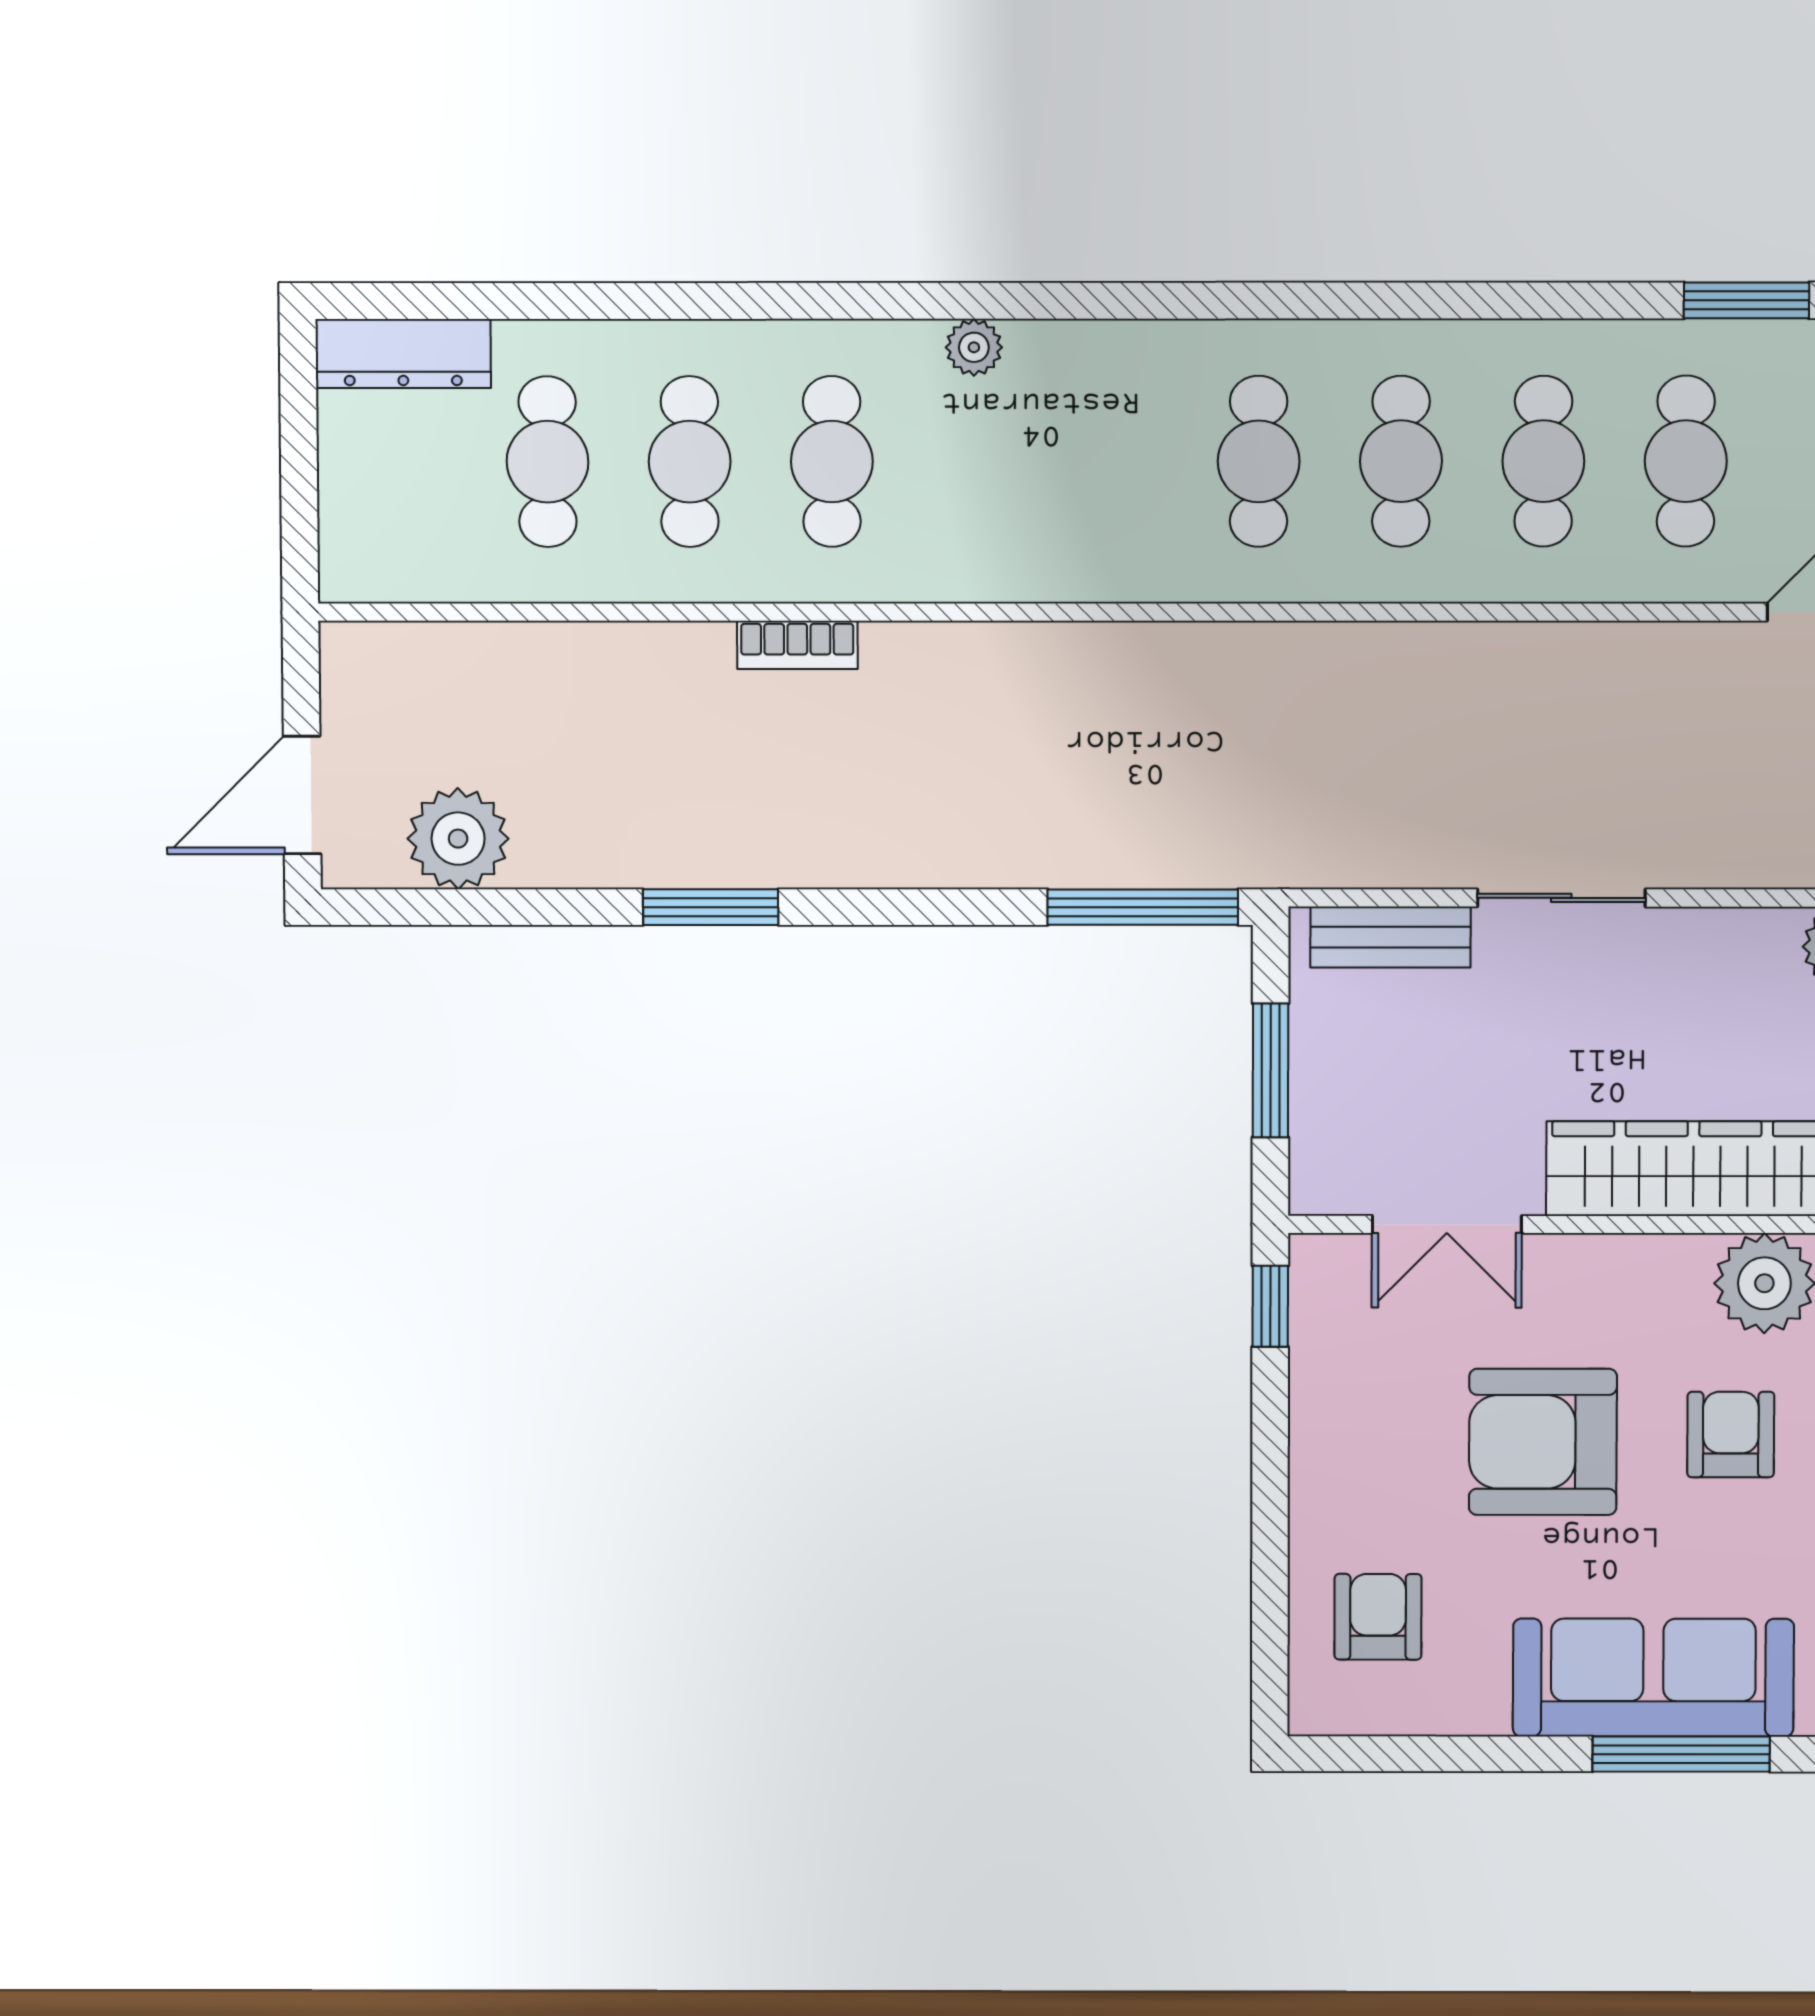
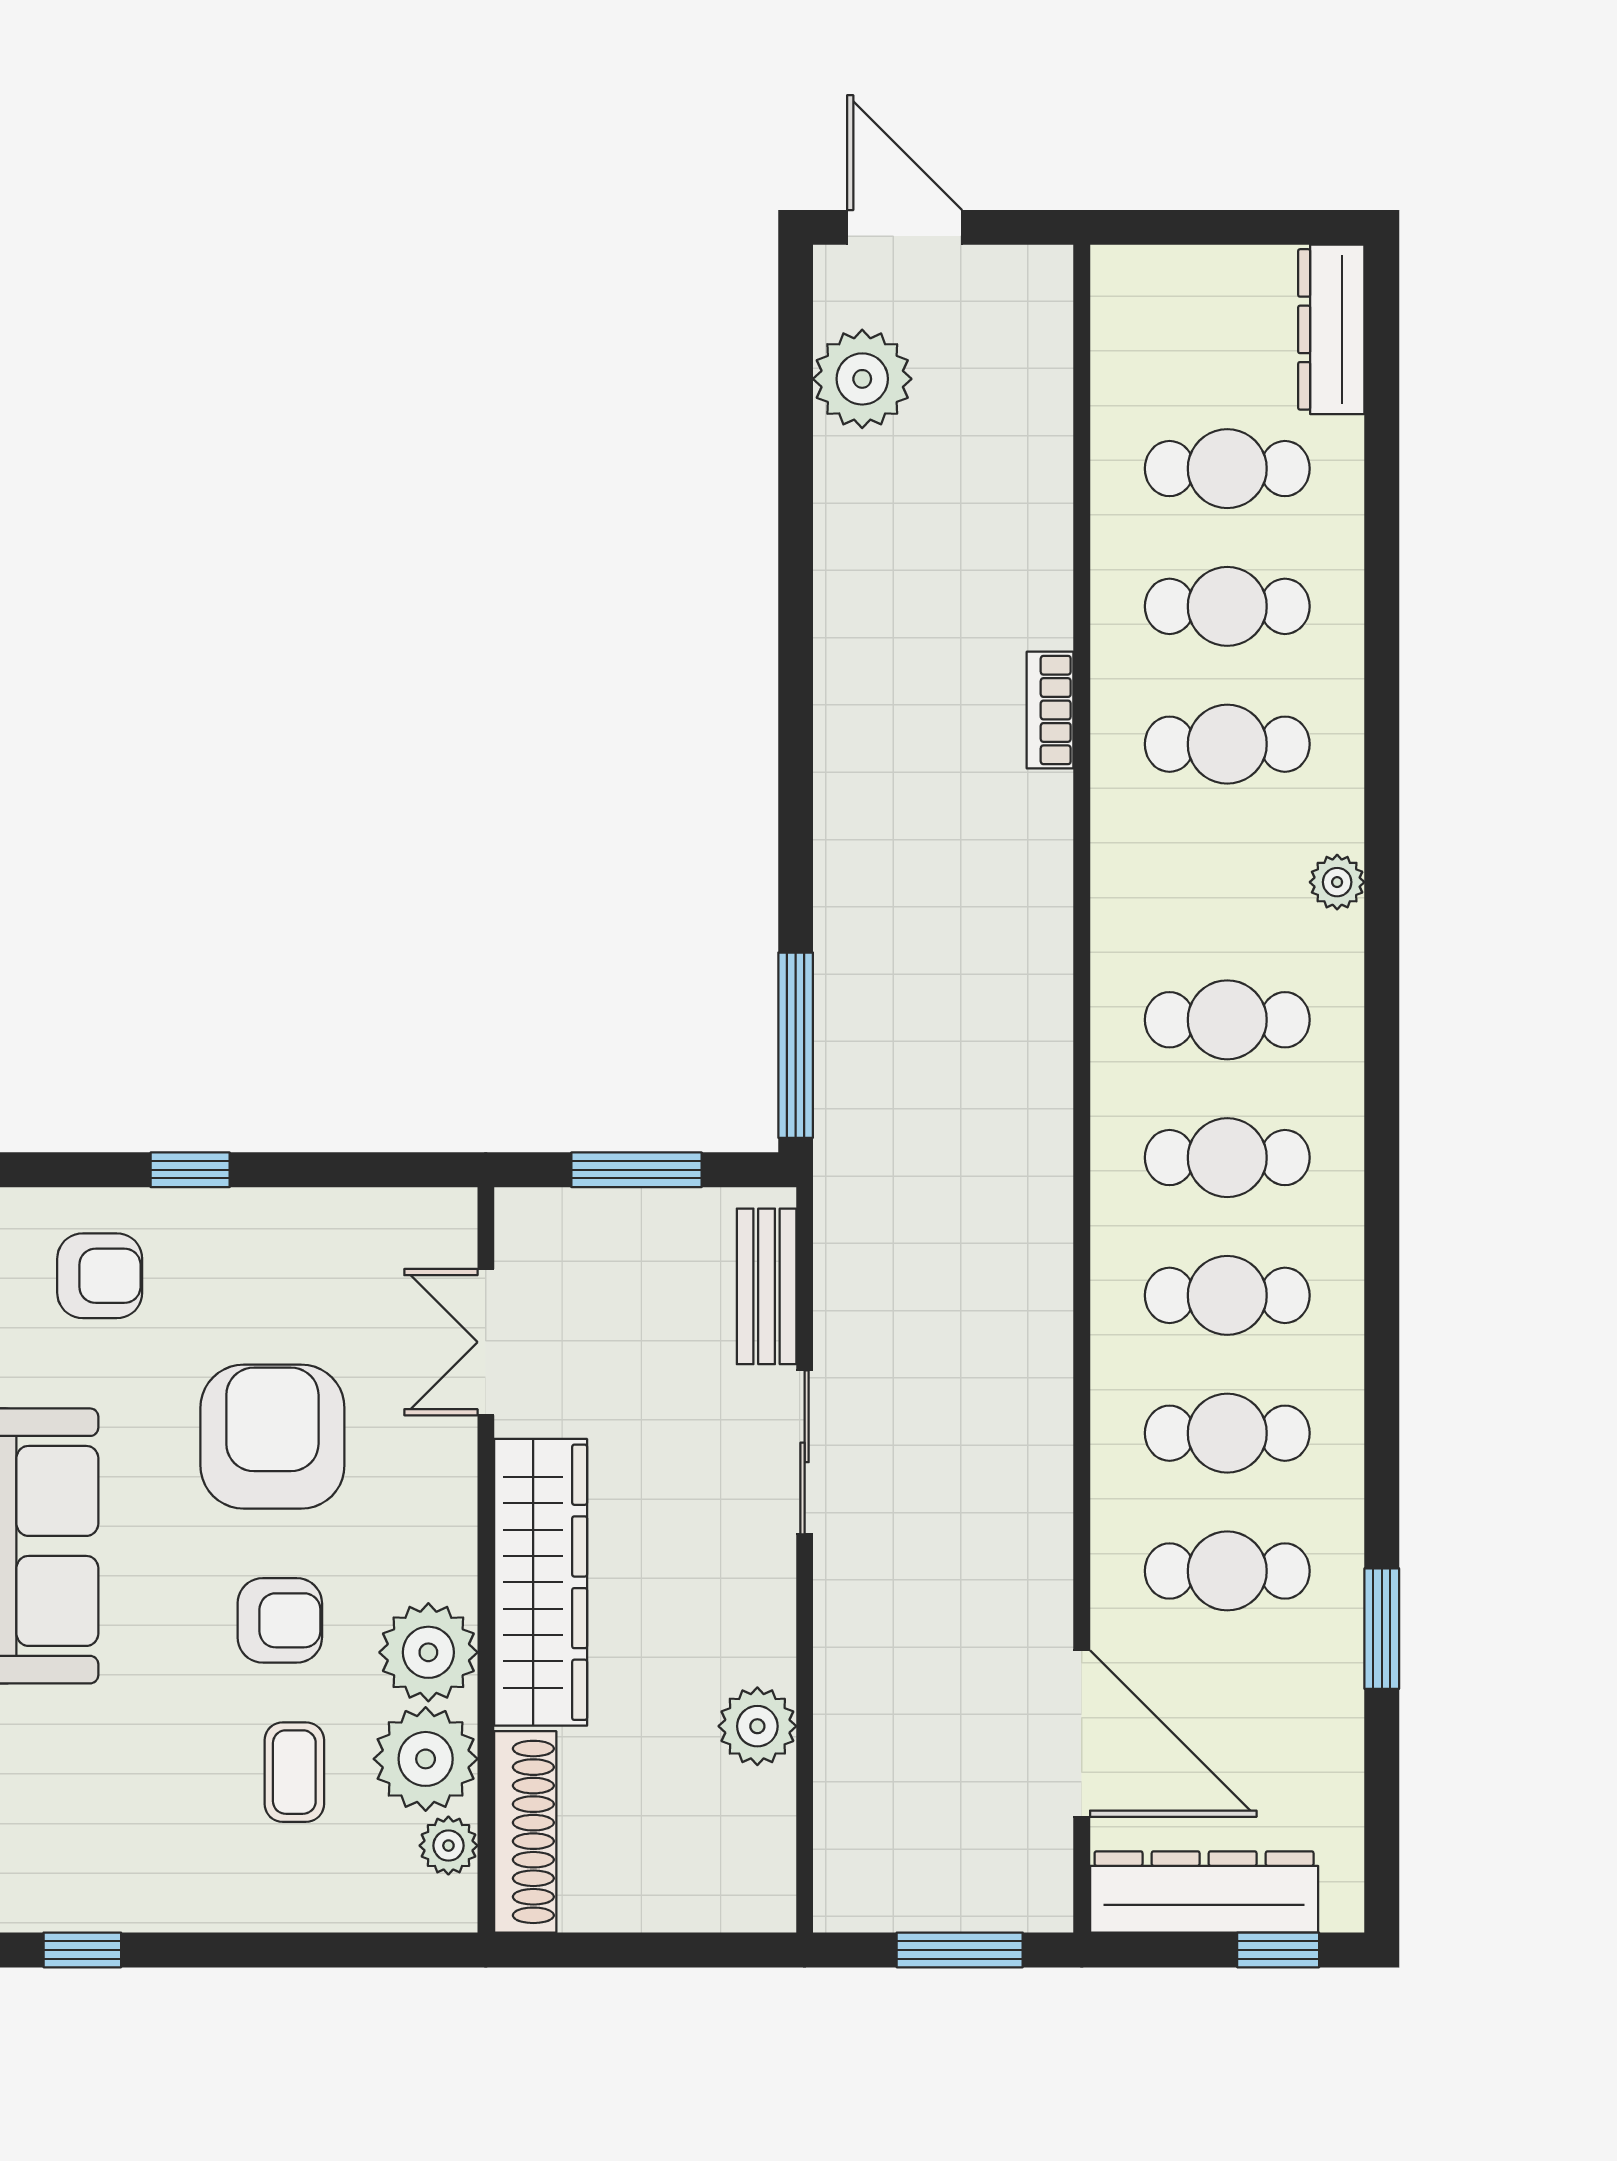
cafe table: (1116, 461) -> (1227, 1020), added
window: (711, 907) -> (796, 625), removed
window: (1270, 1306) -> (190, 1170), moved

